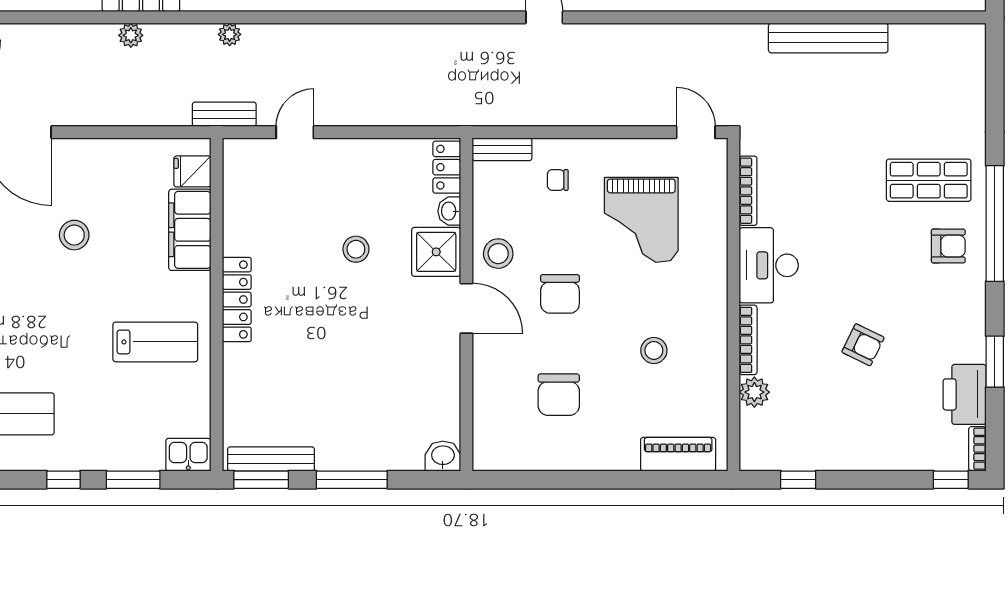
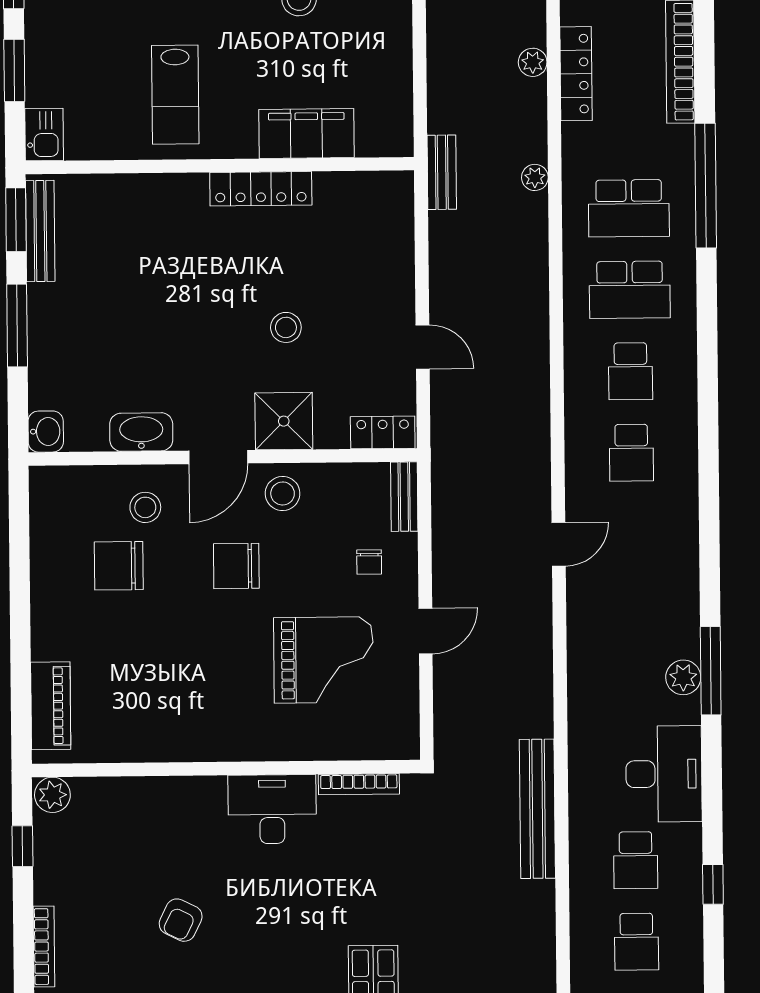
bench: (828, 38) -> (537, 809), moved
door: (295, 132) -> (423, 347), moved
door: (696, 132) -> (426, 631), moved
fridge: (192, 171) -> (375, 136), removed
chair: (558, 180) -> (369, 562), turned 180
washbasin: (449, 211) -> (141, 432), moved, width x1.91, depth x1.45
grand piano: (641, 220) -> (324, 660), turned 180
locker: (237, 300) -> (261, 189), moved
bookcase: (748, 340) -> (44, 947), moved, turned -90
stool: (654, 350) -> (145, 507), moved
plant: (754, 392) -> (52, 795), moved

